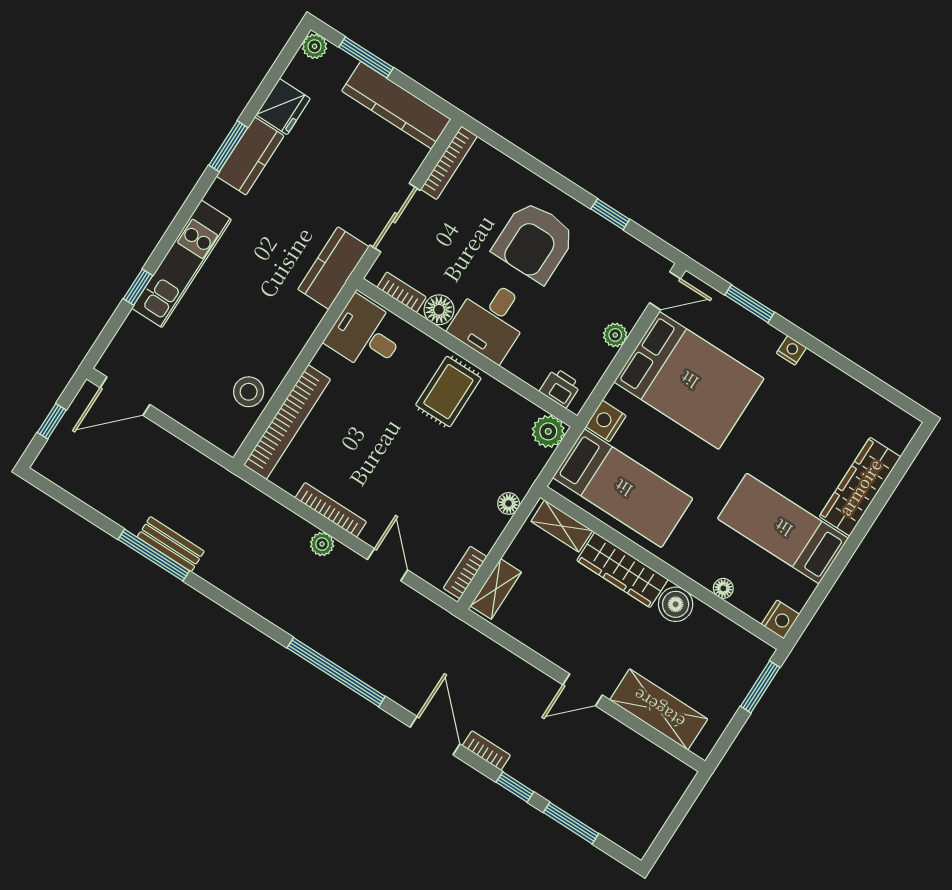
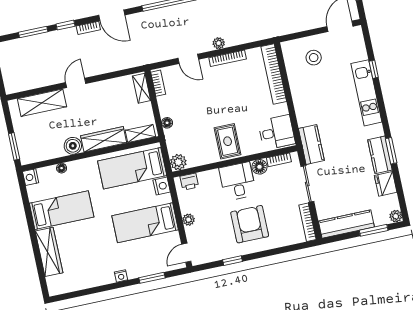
bed: (689, 380) -> (145, 223), width x0.67
stool: (249, 392) -> (314, 58), moved

